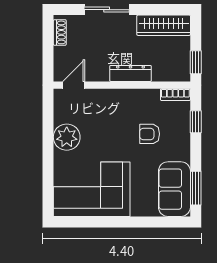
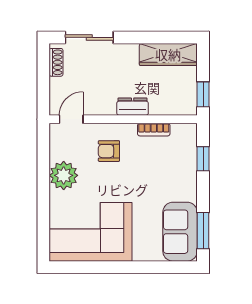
sliding door: (107, 10) -> (89, 37), moved
dresser: (131, 73) -> (133, 107), width x0.70
bookcase: (175, 95) -> (154, 130), moved
armchair: (150, 134) -> (109, 151), moved

